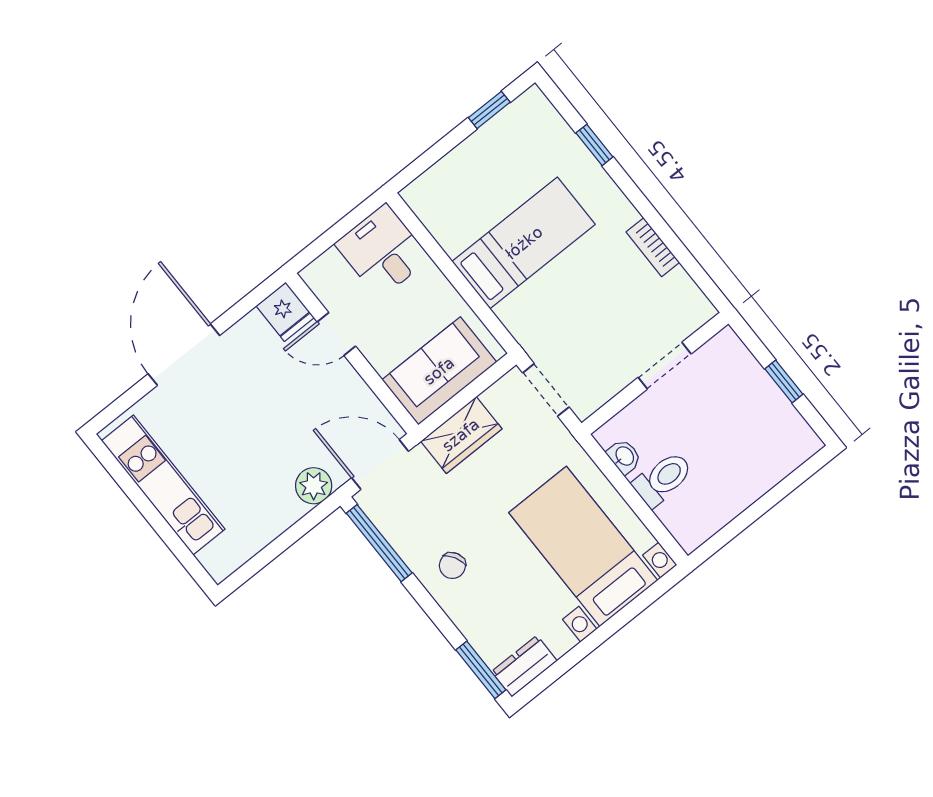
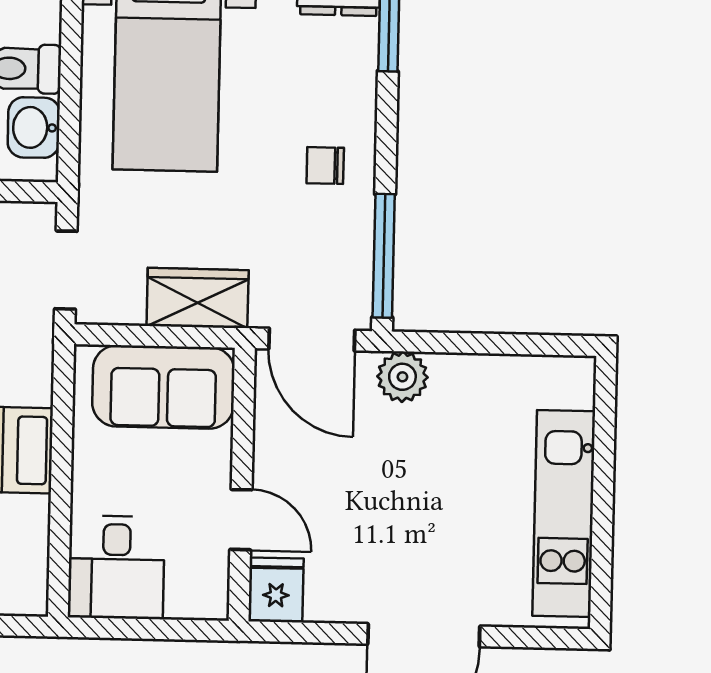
washbasin: (624, 456) -> (34, 128), width x1.38, depth x1.45
chair: (452, 566) -> (325, 165), turned -151

